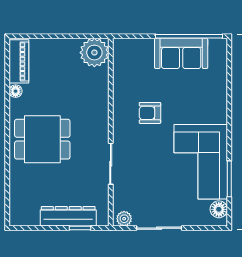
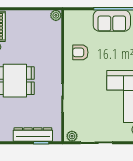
plant: (94, 53) -> (56, 15), width x0.53, depth x0.53
armchair: (150, 113) -> (80, 52), moved

